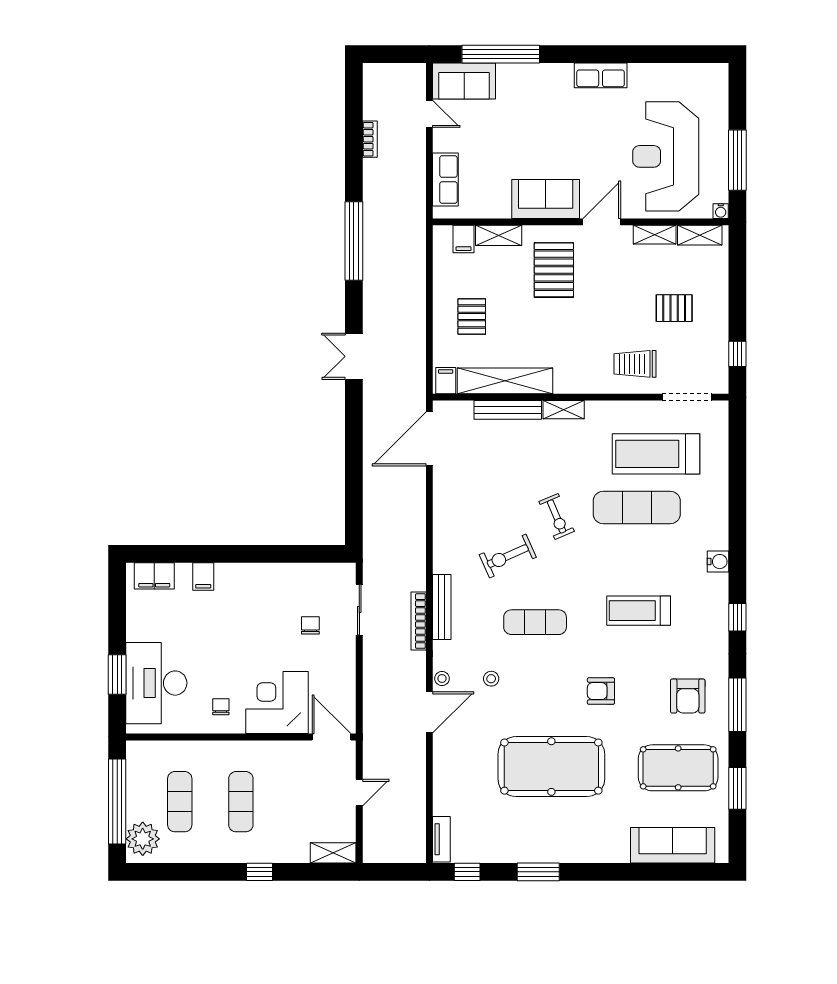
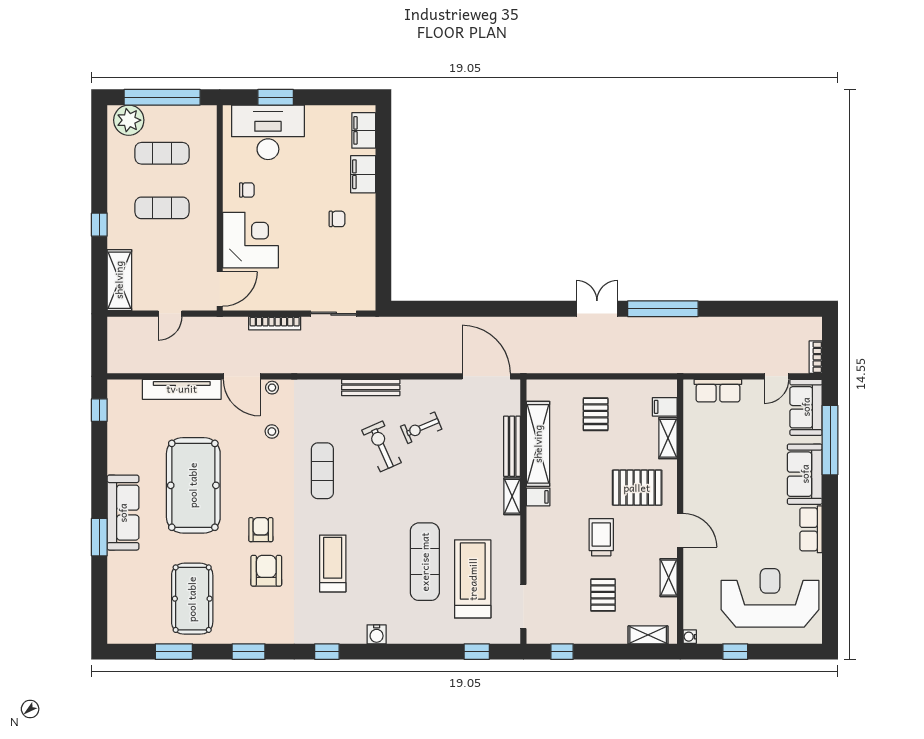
bookcase: (370, 139) -> (816, 357), moved, turned 90
reception desk: (666, 156) -> (770, 598), moved
window: (737, 160) -> (735, 652), width x0.46
sofa: (546, 199) -> (805, 474), moved, turned 180
shelving: (700, 235) -> (648, 635), moved, turned 90
pallet: (472, 316) -> (596, 414), turned 90
double door: (354, 356) -> (597, 309), moved
trolley: (635, 364) -> (601, 537), moved
filing cabinet: (446, 381) -> (538, 497), moved
window: (737, 449) -> (477, 652), added
exercise bike: (557, 516) -> (421, 428), moved
filing cabinet: (203, 577) -> (363, 174), width x2.00
bench: (442, 607) -> (371, 387), moved
bookcase: (419, 621) -> (275, 323), moved, turned 180
chair: (310, 625) -> (337, 219), moved
armchair: (688, 696) -> (266, 571), moved, turned 90
window: (737, 705) -> (249, 652), width x0.69
door: (359, 793) -> (170, 314), hinge flipped
tv unit: (441, 839) -> (182, 389), moved, width x1.92, depth x1.29
sofa: (673, 845) -> (123, 513), moved
shelving: (333, 853) -> (119, 280), width x1.50, depth x1.33
window: (538, 872) -> (99, 537), moved

